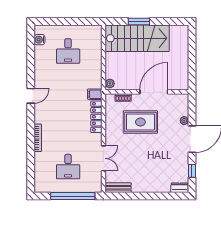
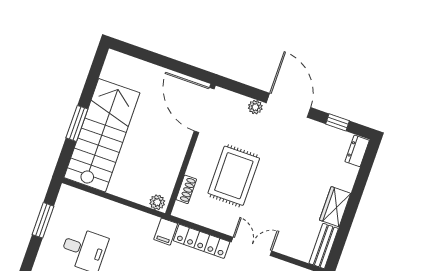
window: (77, 22) -> (43, 220), added
door: (154, 92) -> (204, 110), moved
double door: (103, 158) -> (252, 246), moved
wardrobe: (143, 186) -> (335, 207), added

